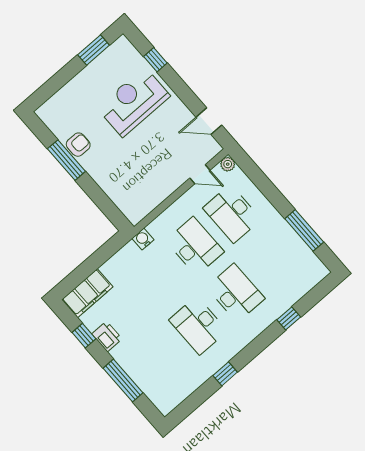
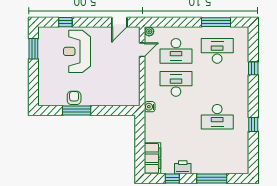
desk: (235, 293) -> (217, 51), moved

